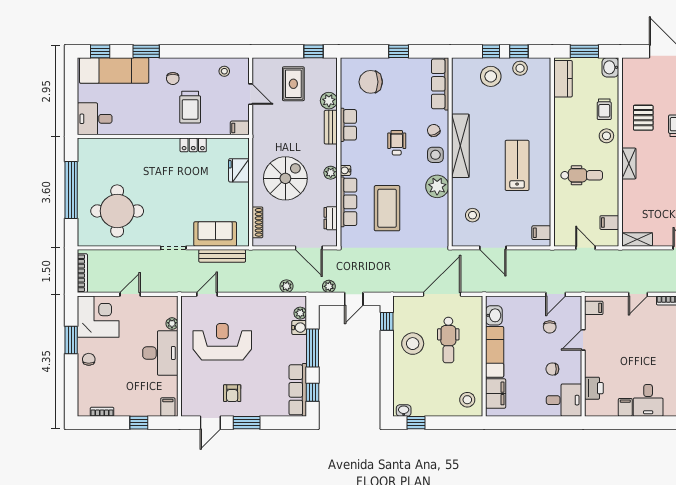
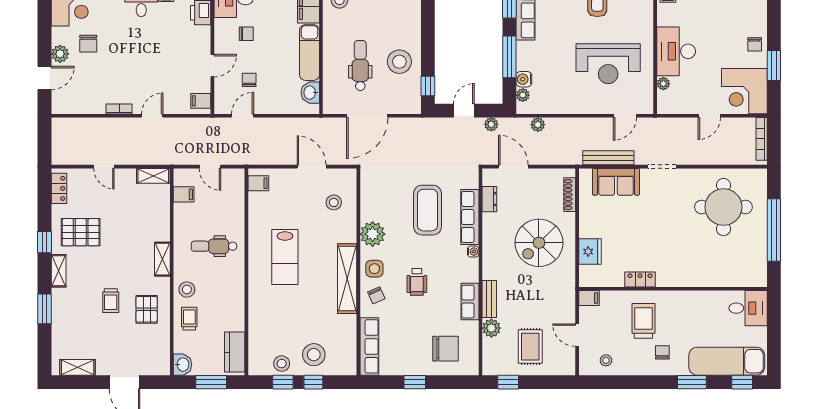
plant: (331, 173) -> (489, 249), removed

